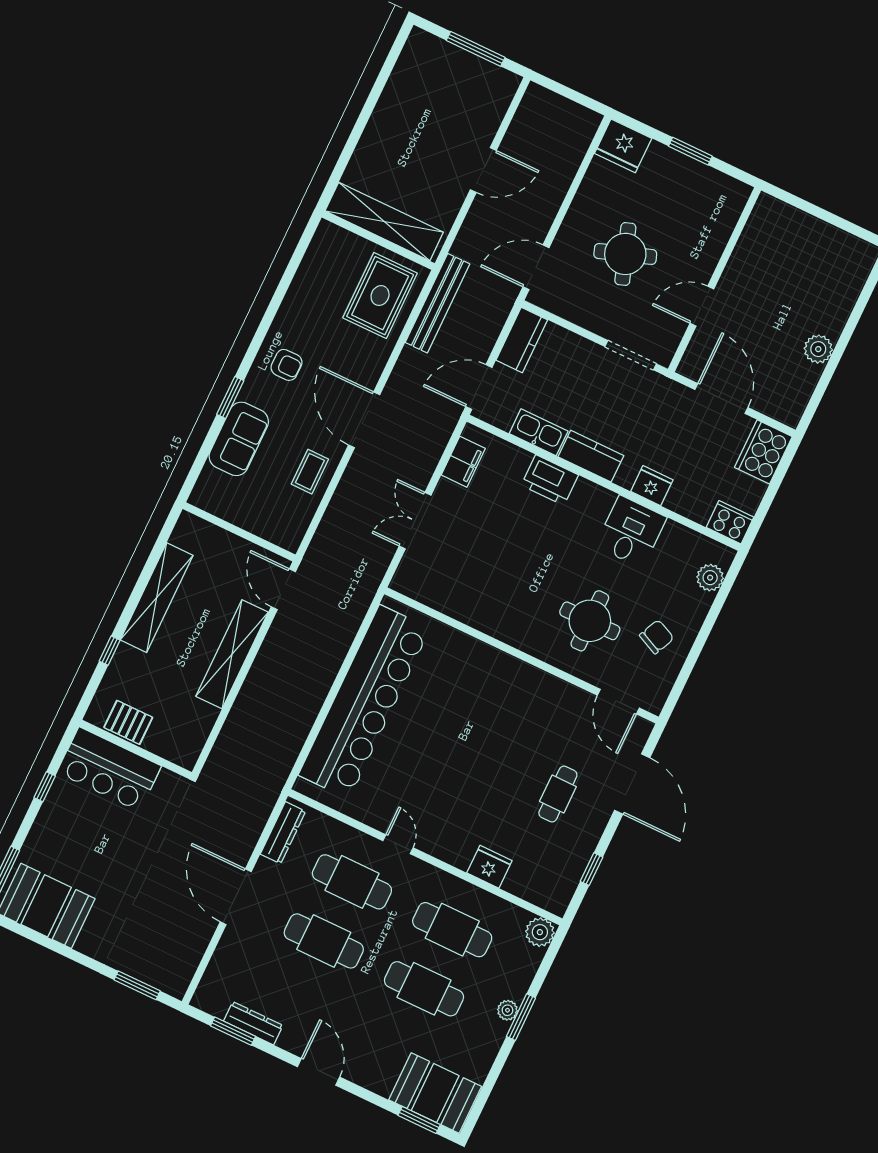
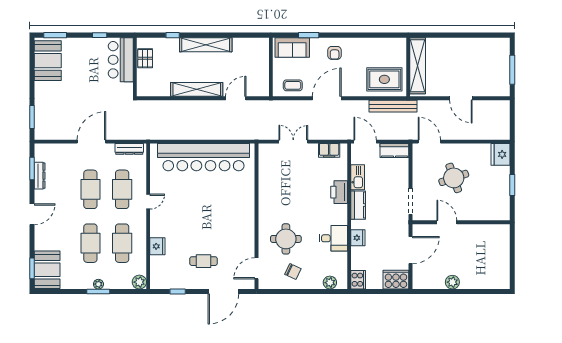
wall: (239, 532) -> (271, 67), moved

